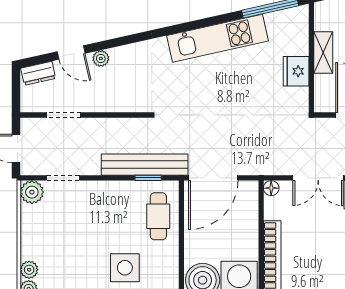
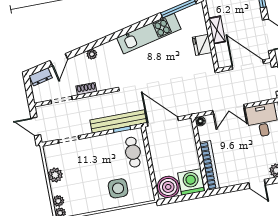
door: (71, 53) -> (59, 60), hinge flipped
plant: (101, 58) -> (92, 54), moved
shoe rack: (105, 105) -> (86, 89), added
door: (213, 178) -> (163, 122), swing flipped
plant: (32, 192) -> (55, 175), moved

